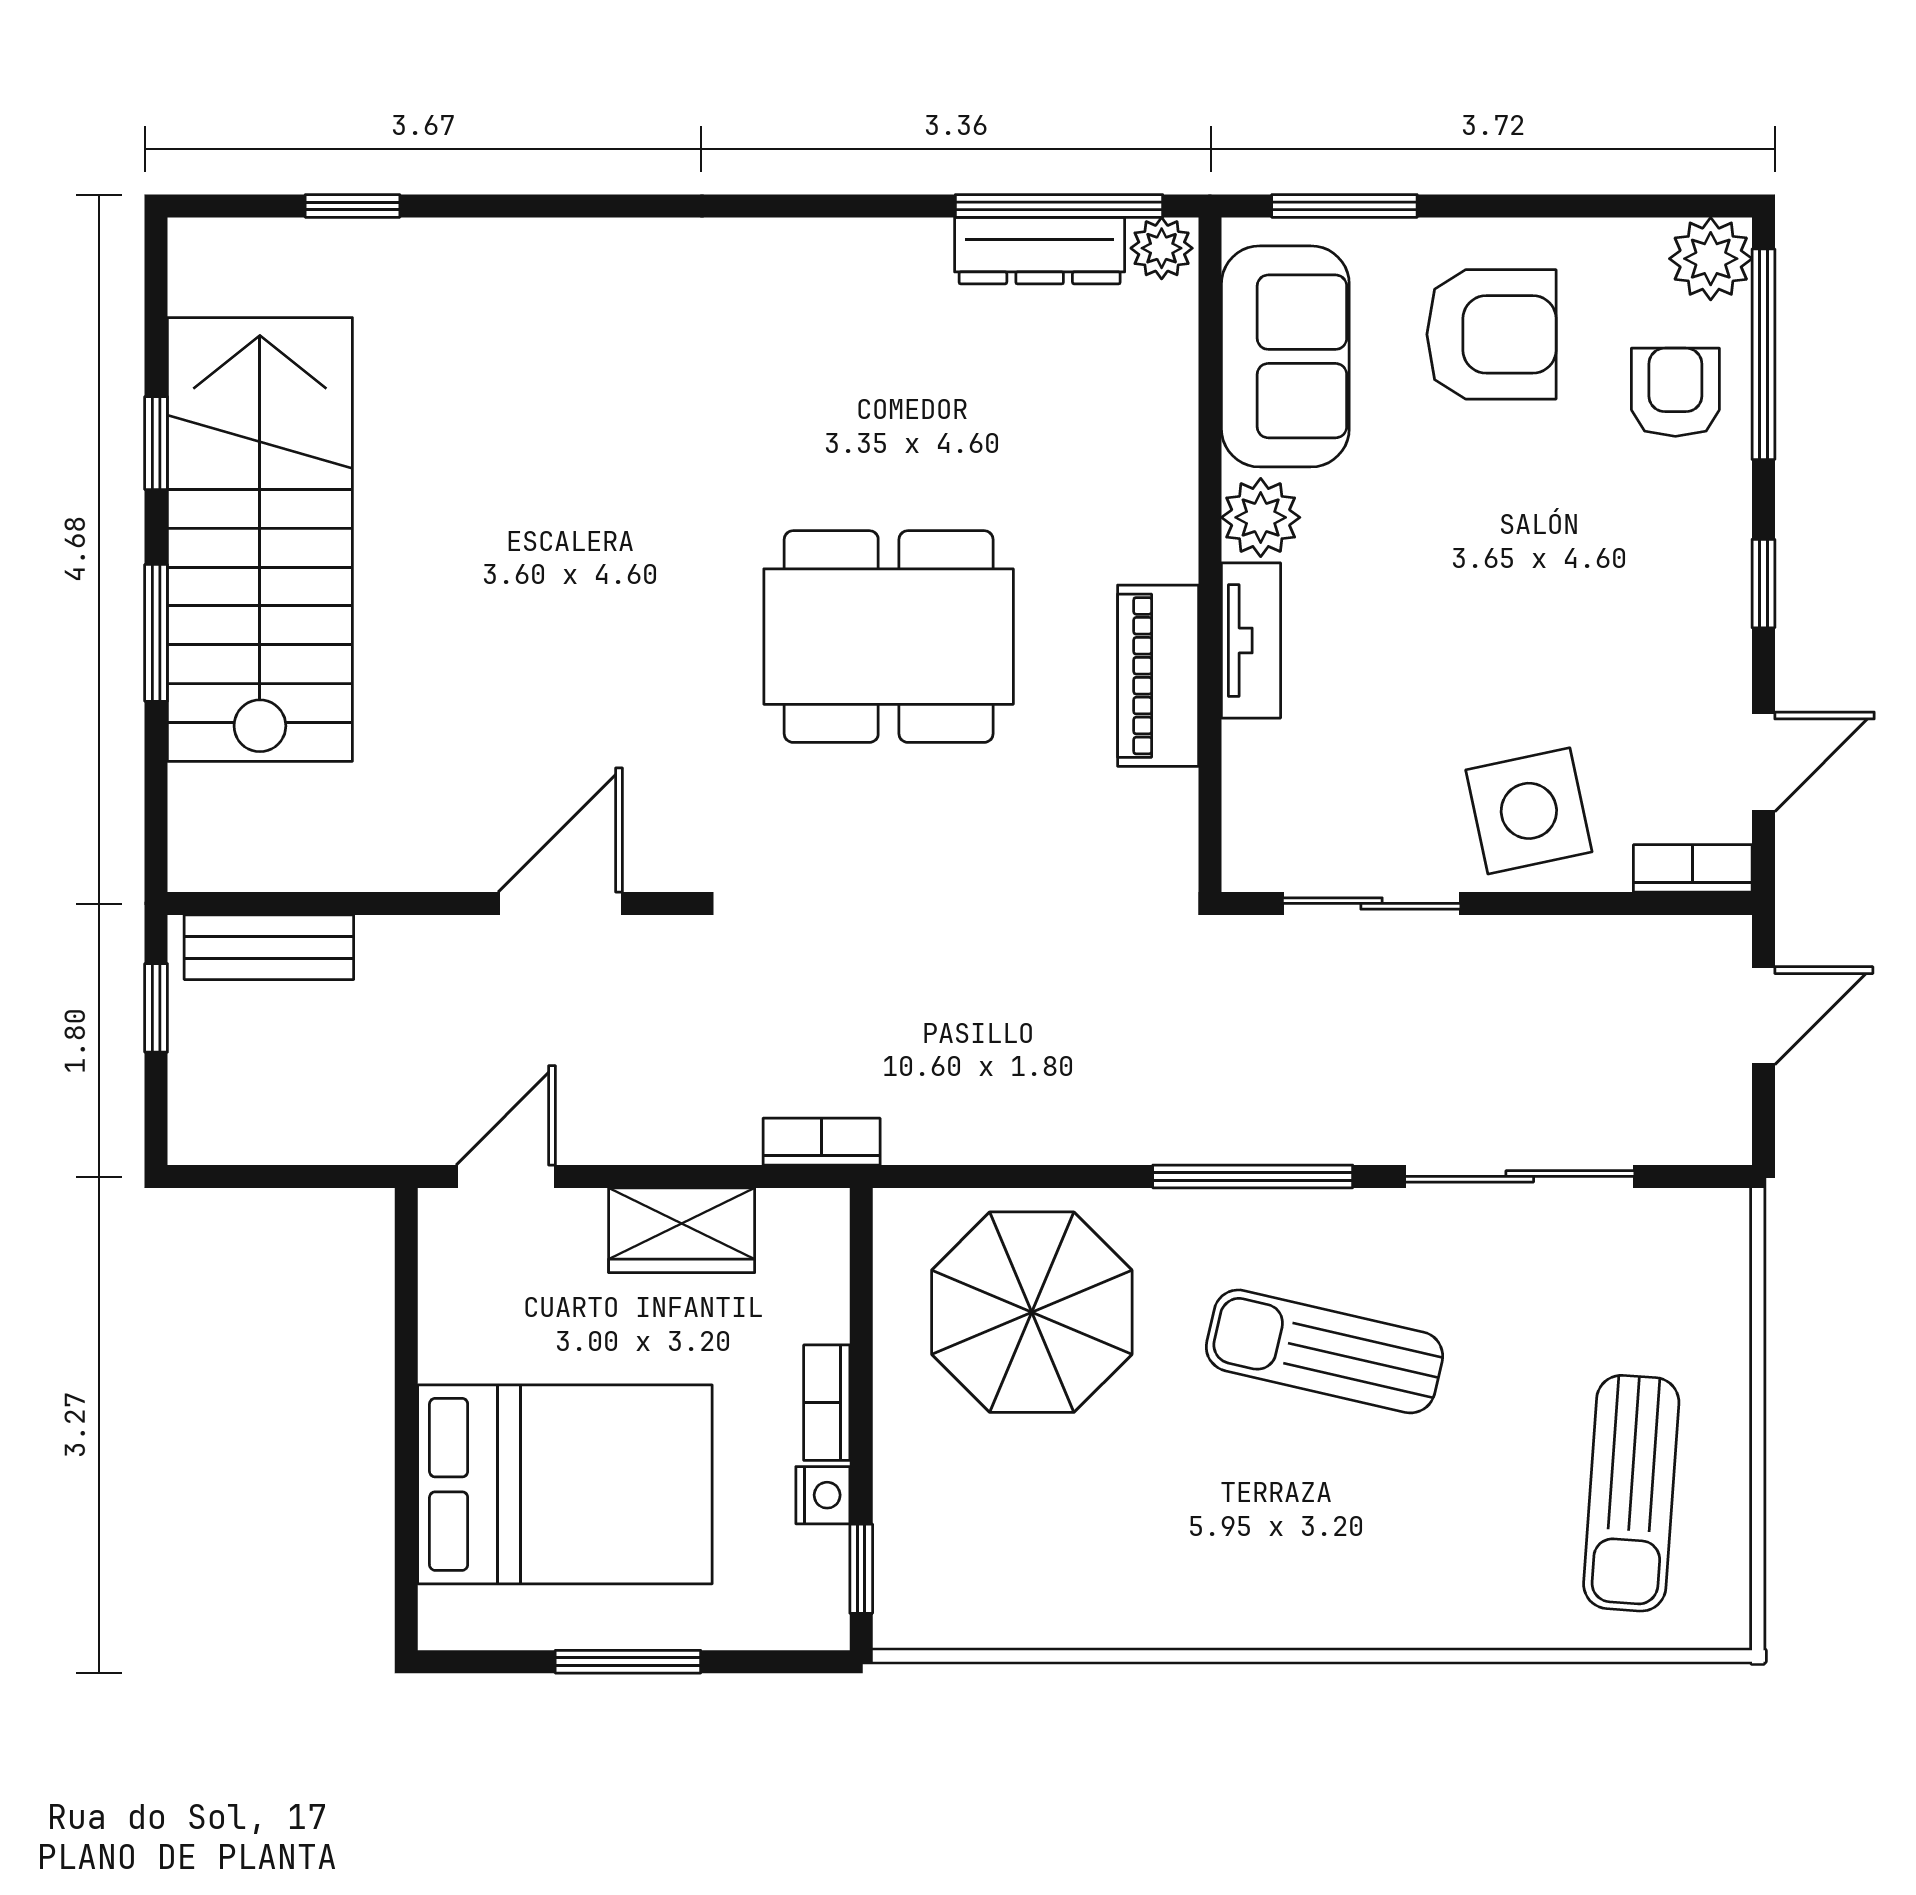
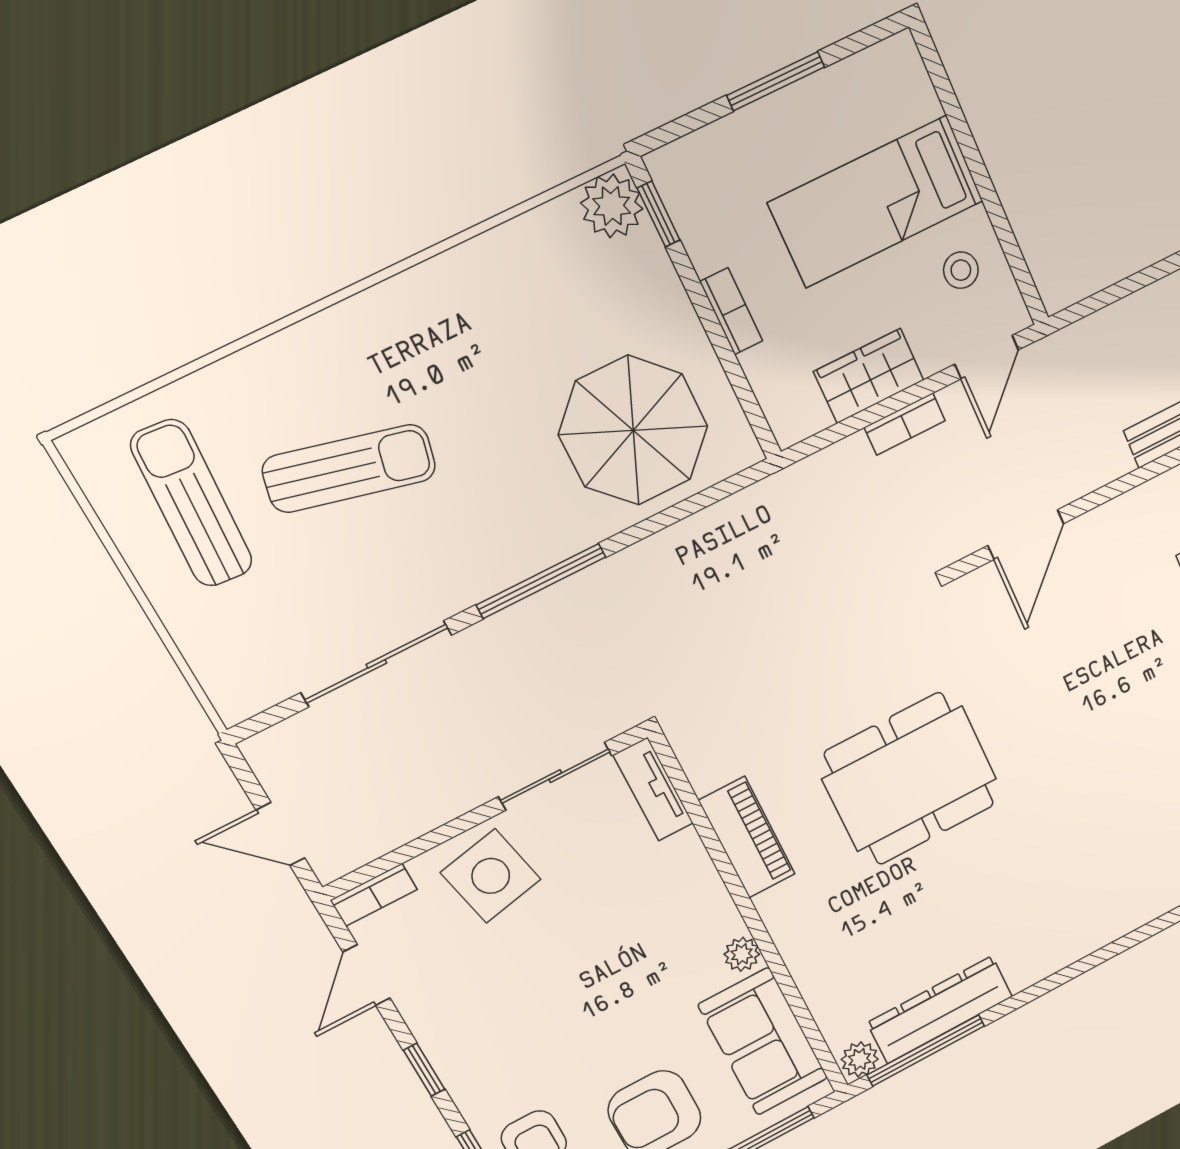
dresser: (1040, 251) -> (940, 1010), width x1.37, depth x1.24
plant: (1261, 517) -> (742, 954), width x0.73, depth x0.73
tv unit: (1251, 640) -> (653, 789), moved
door: (1763, 1016) -> (281, 834), hinge flipped
bookcase: (822, 1142) -> (905, 424), moved
stool: (489, 1309) -> (961, 270), added
sun lounger: (1324, 1351) -> (349, 468), moved
bed: (565, 1484) -> (876, 202), width x0.67
nightstand: (823, 1495) -> (705, 251), removed
plant: (917, 1606) -> (612, 206), added

